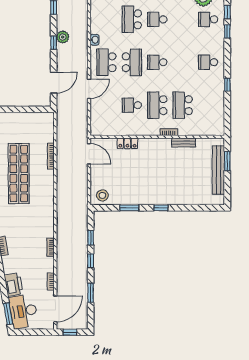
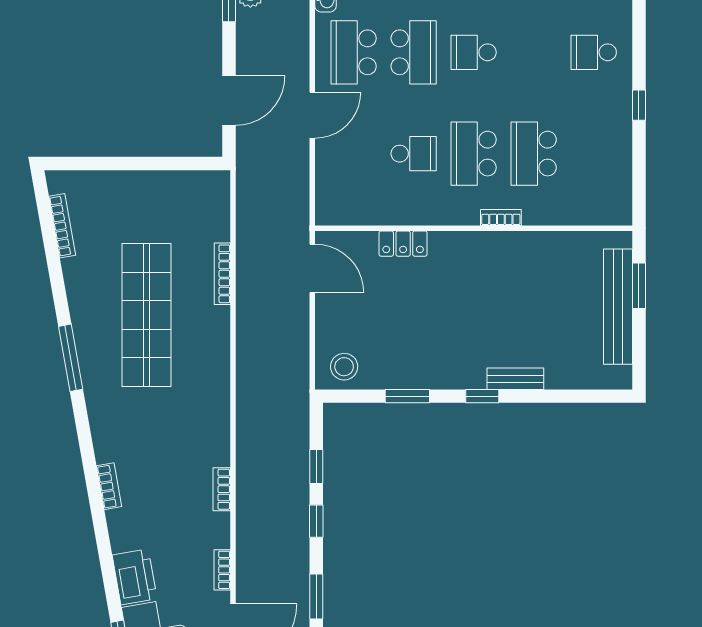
school desk: (132, 105) -> (414, 154), turned 180
bench: (184, 142) -> (515, 379), moved

